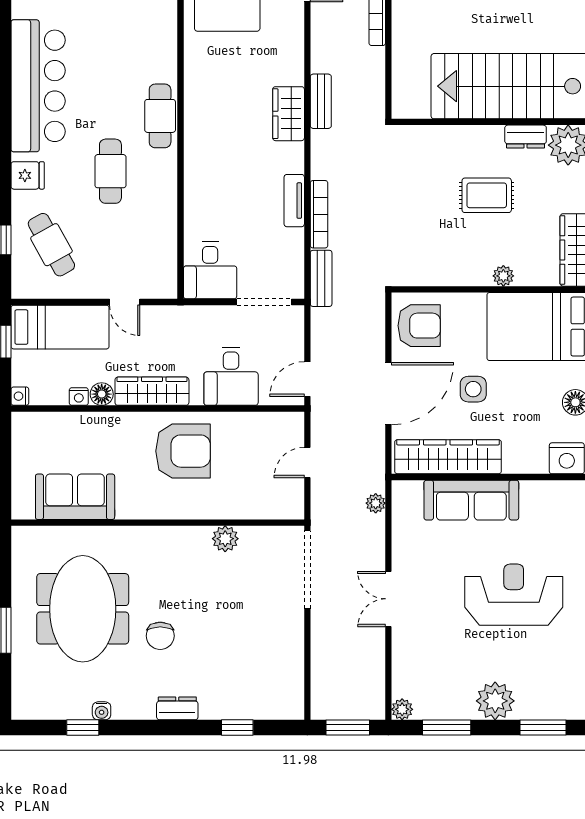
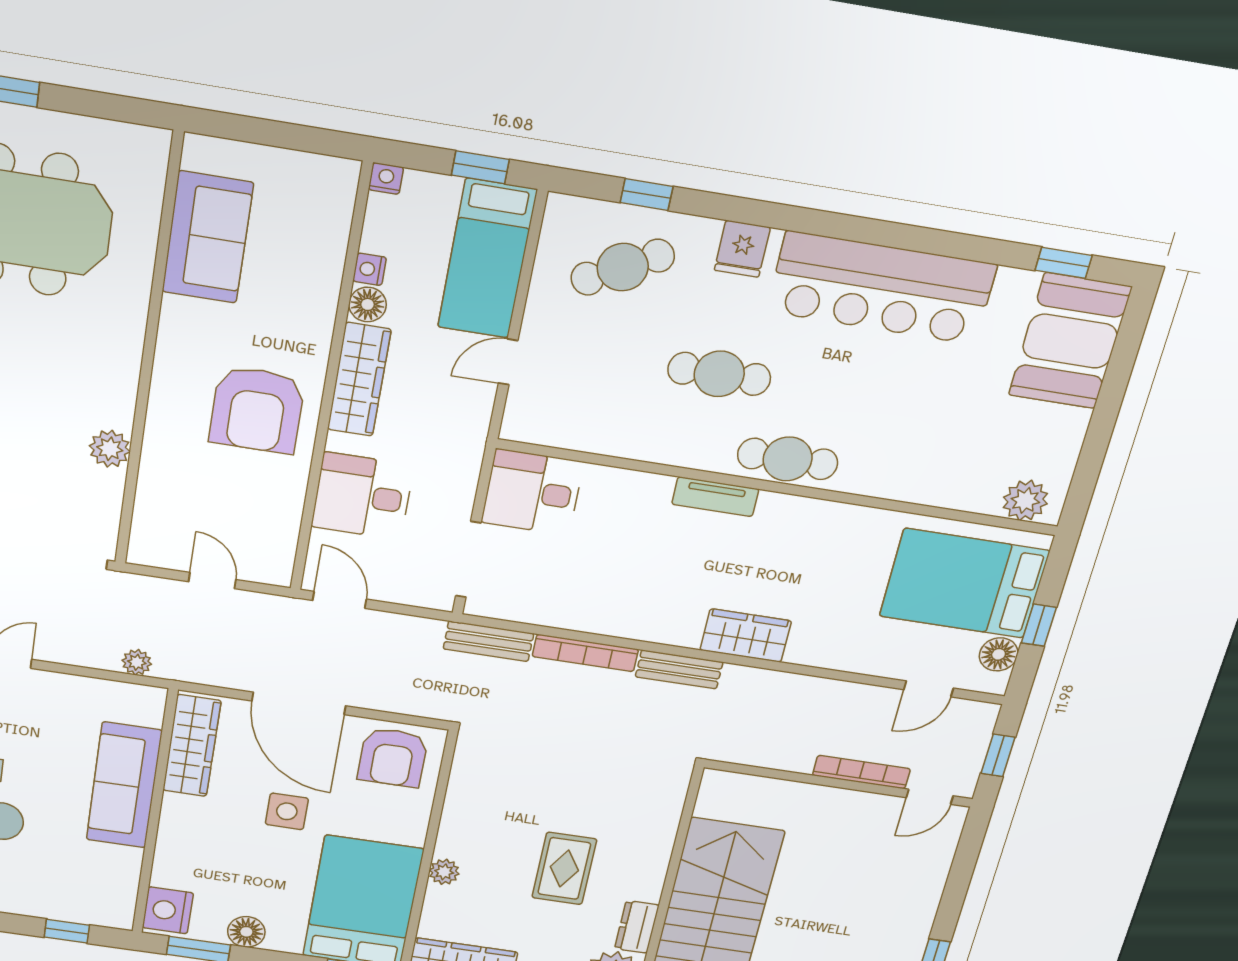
bench: (321, 101) -> (679, 669), moved
tv unit: (294, 201) -> (715, 497), moved, turned 180
wardrobe: (448, 457) -> (192, 746), width x0.71, depth x0.85

